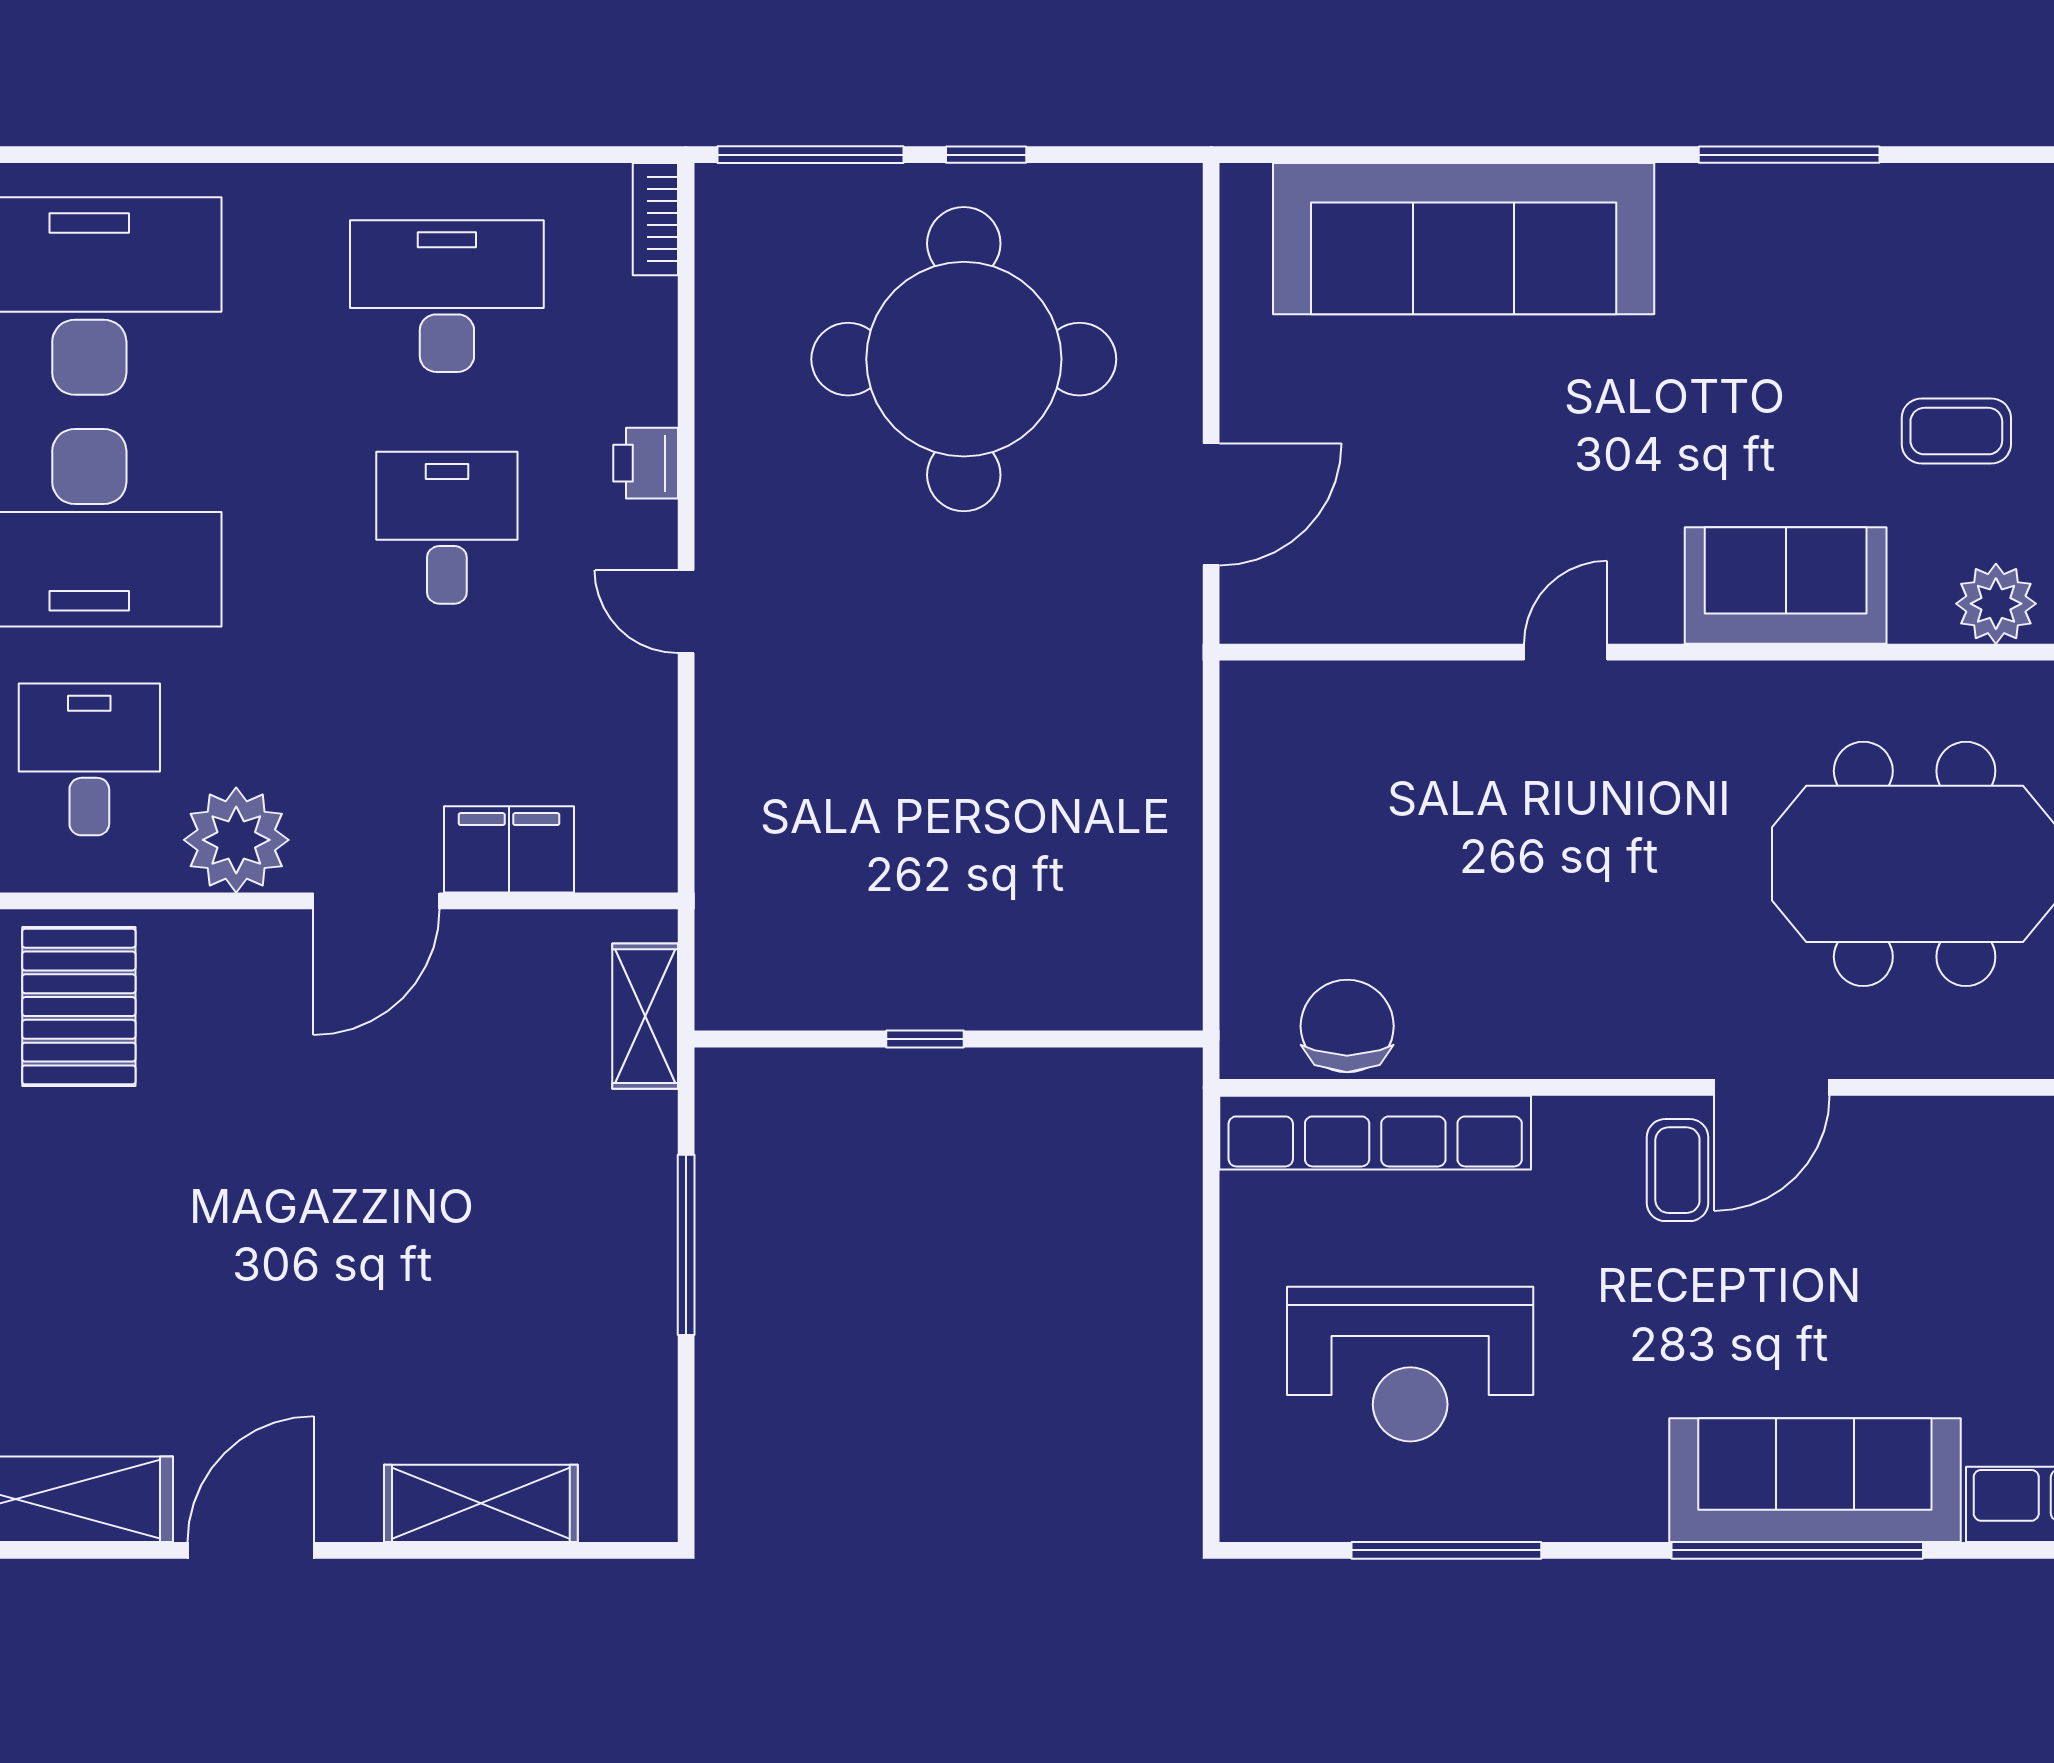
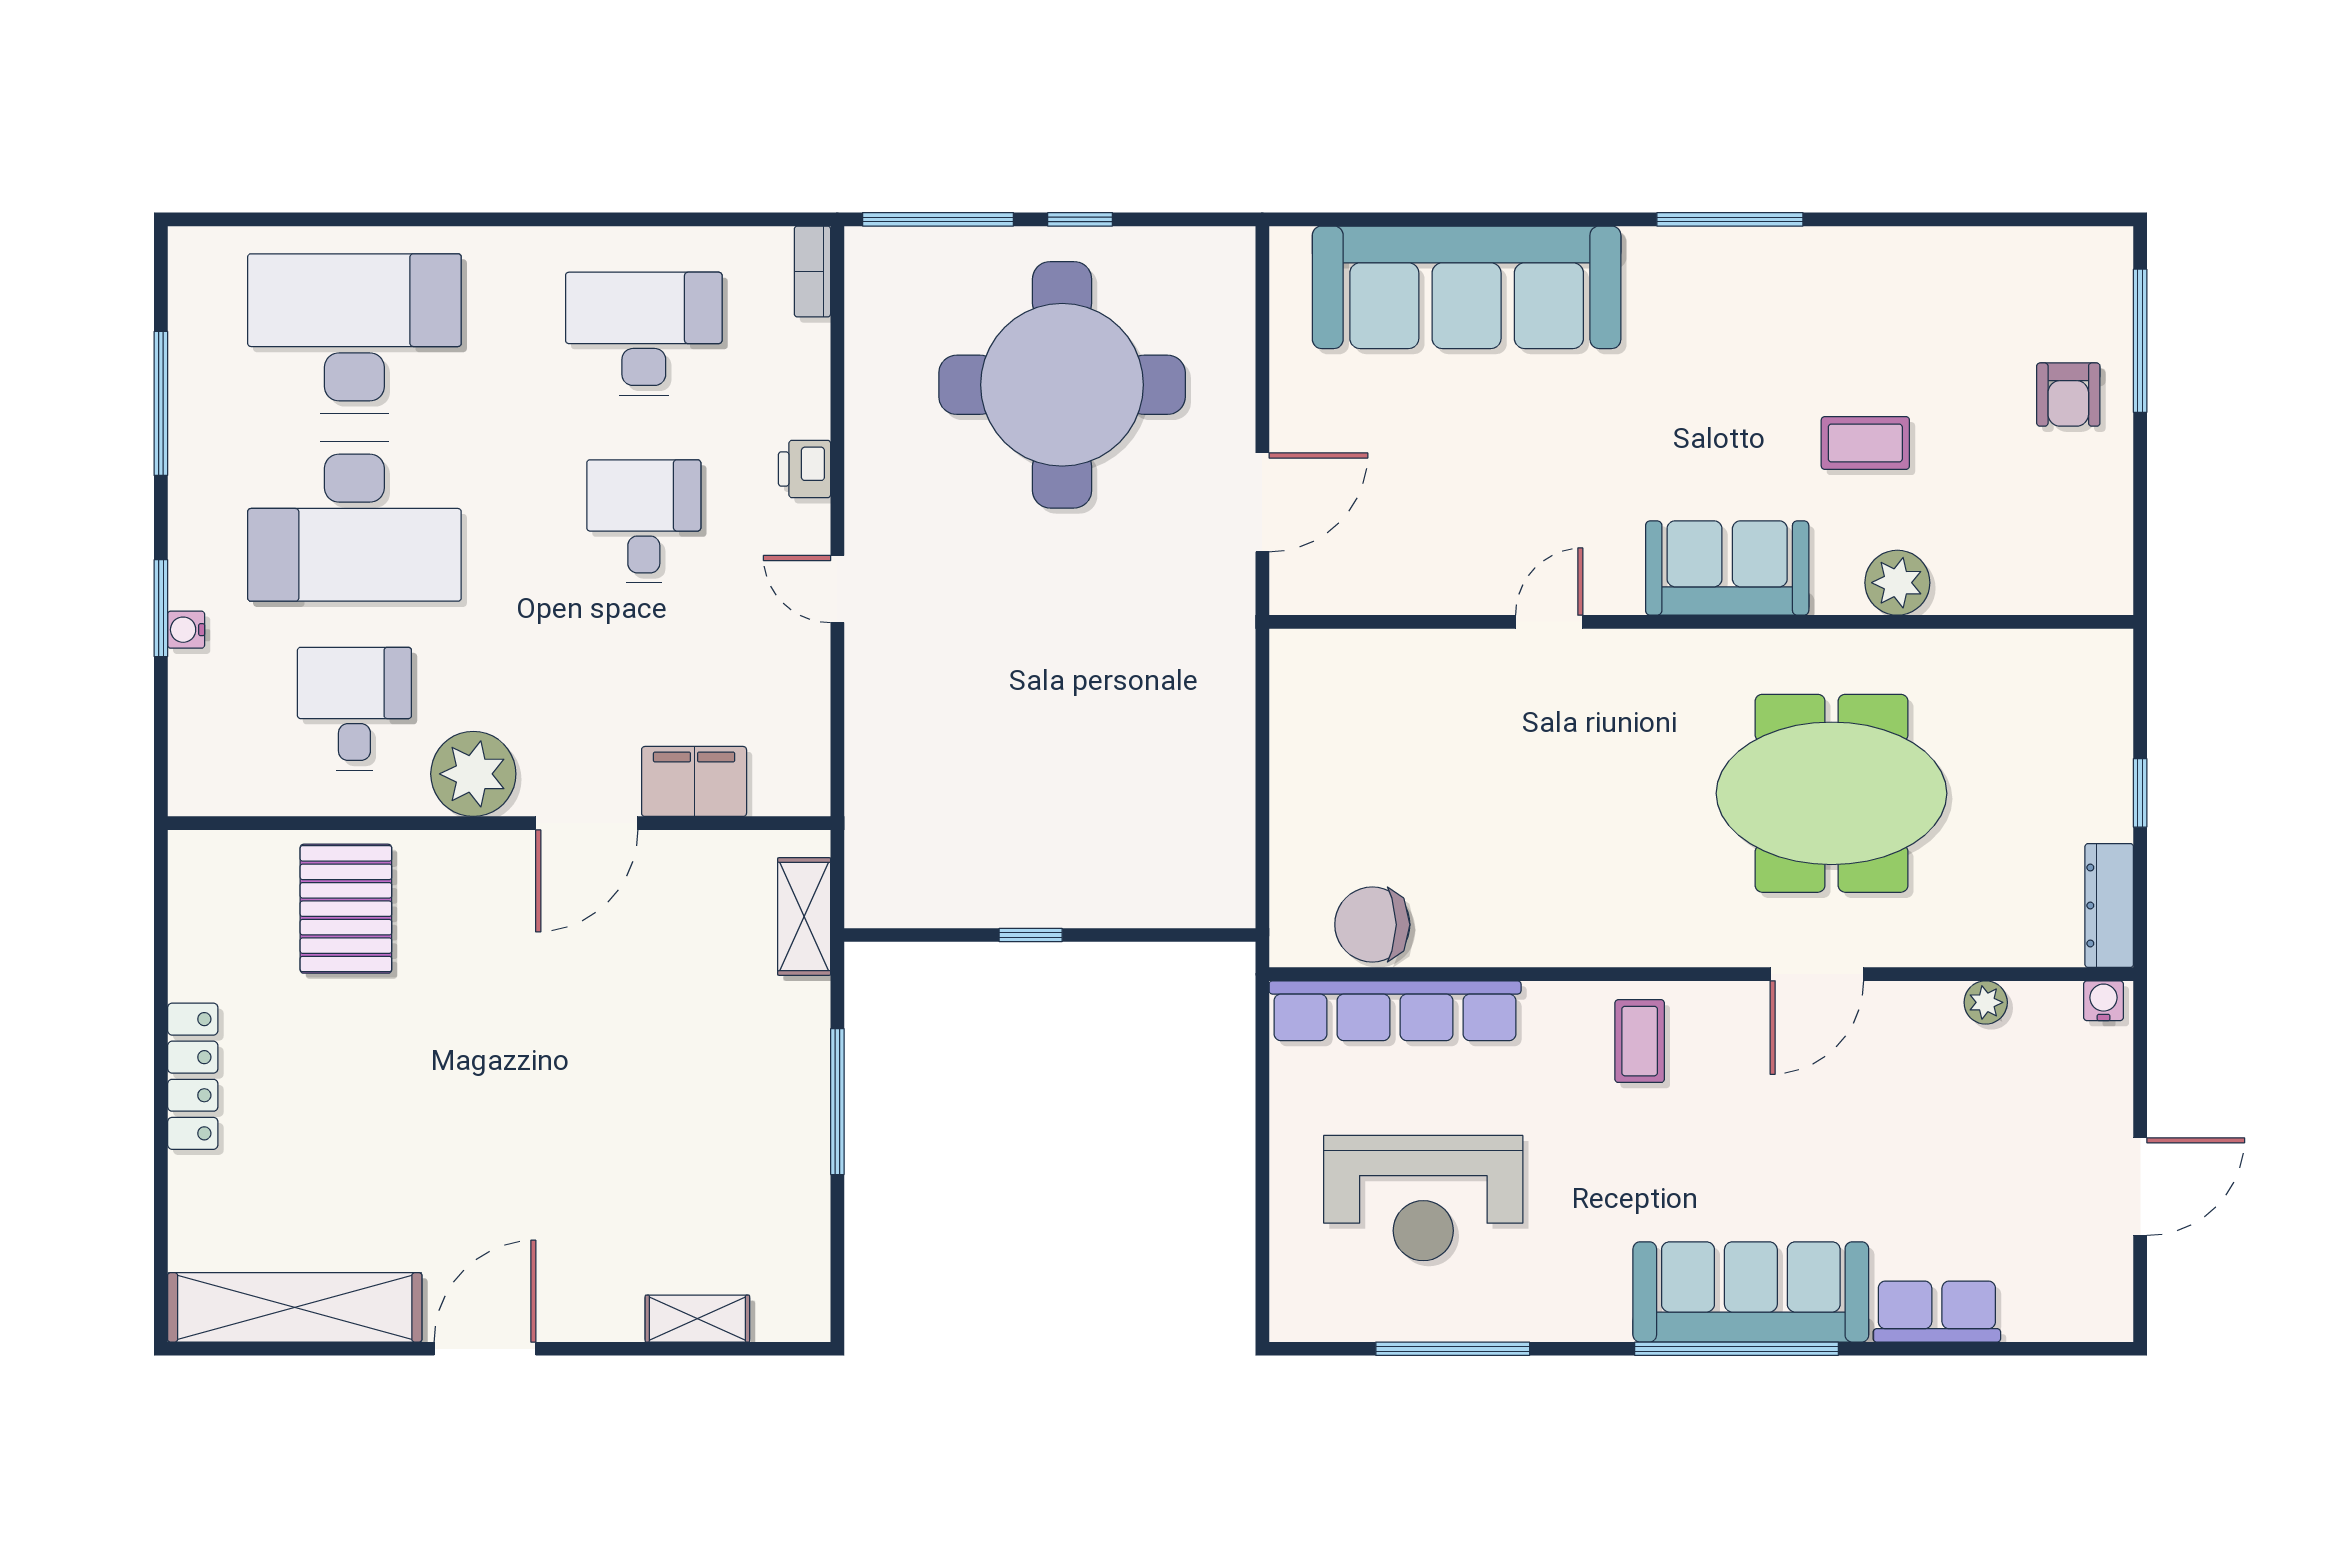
chair: (1347, 1026) -> (1372, 925), turned -90
door: (1772, 1087) -> (1817, 974), moved
shelving: (481, 1503) -> (697, 1319), width x0.67, depth x0.75

